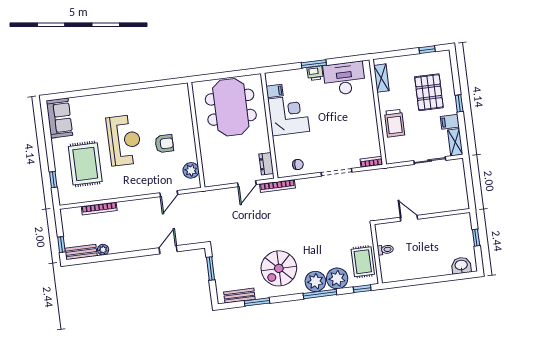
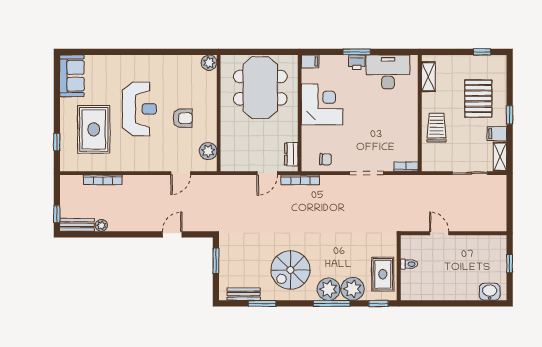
plant: (182, 90) -> (209, 63), added
filing cabinet: (275, 91) -> (310, 61), moved
trolley: (395, 123) -> (437, 128), turned 180

